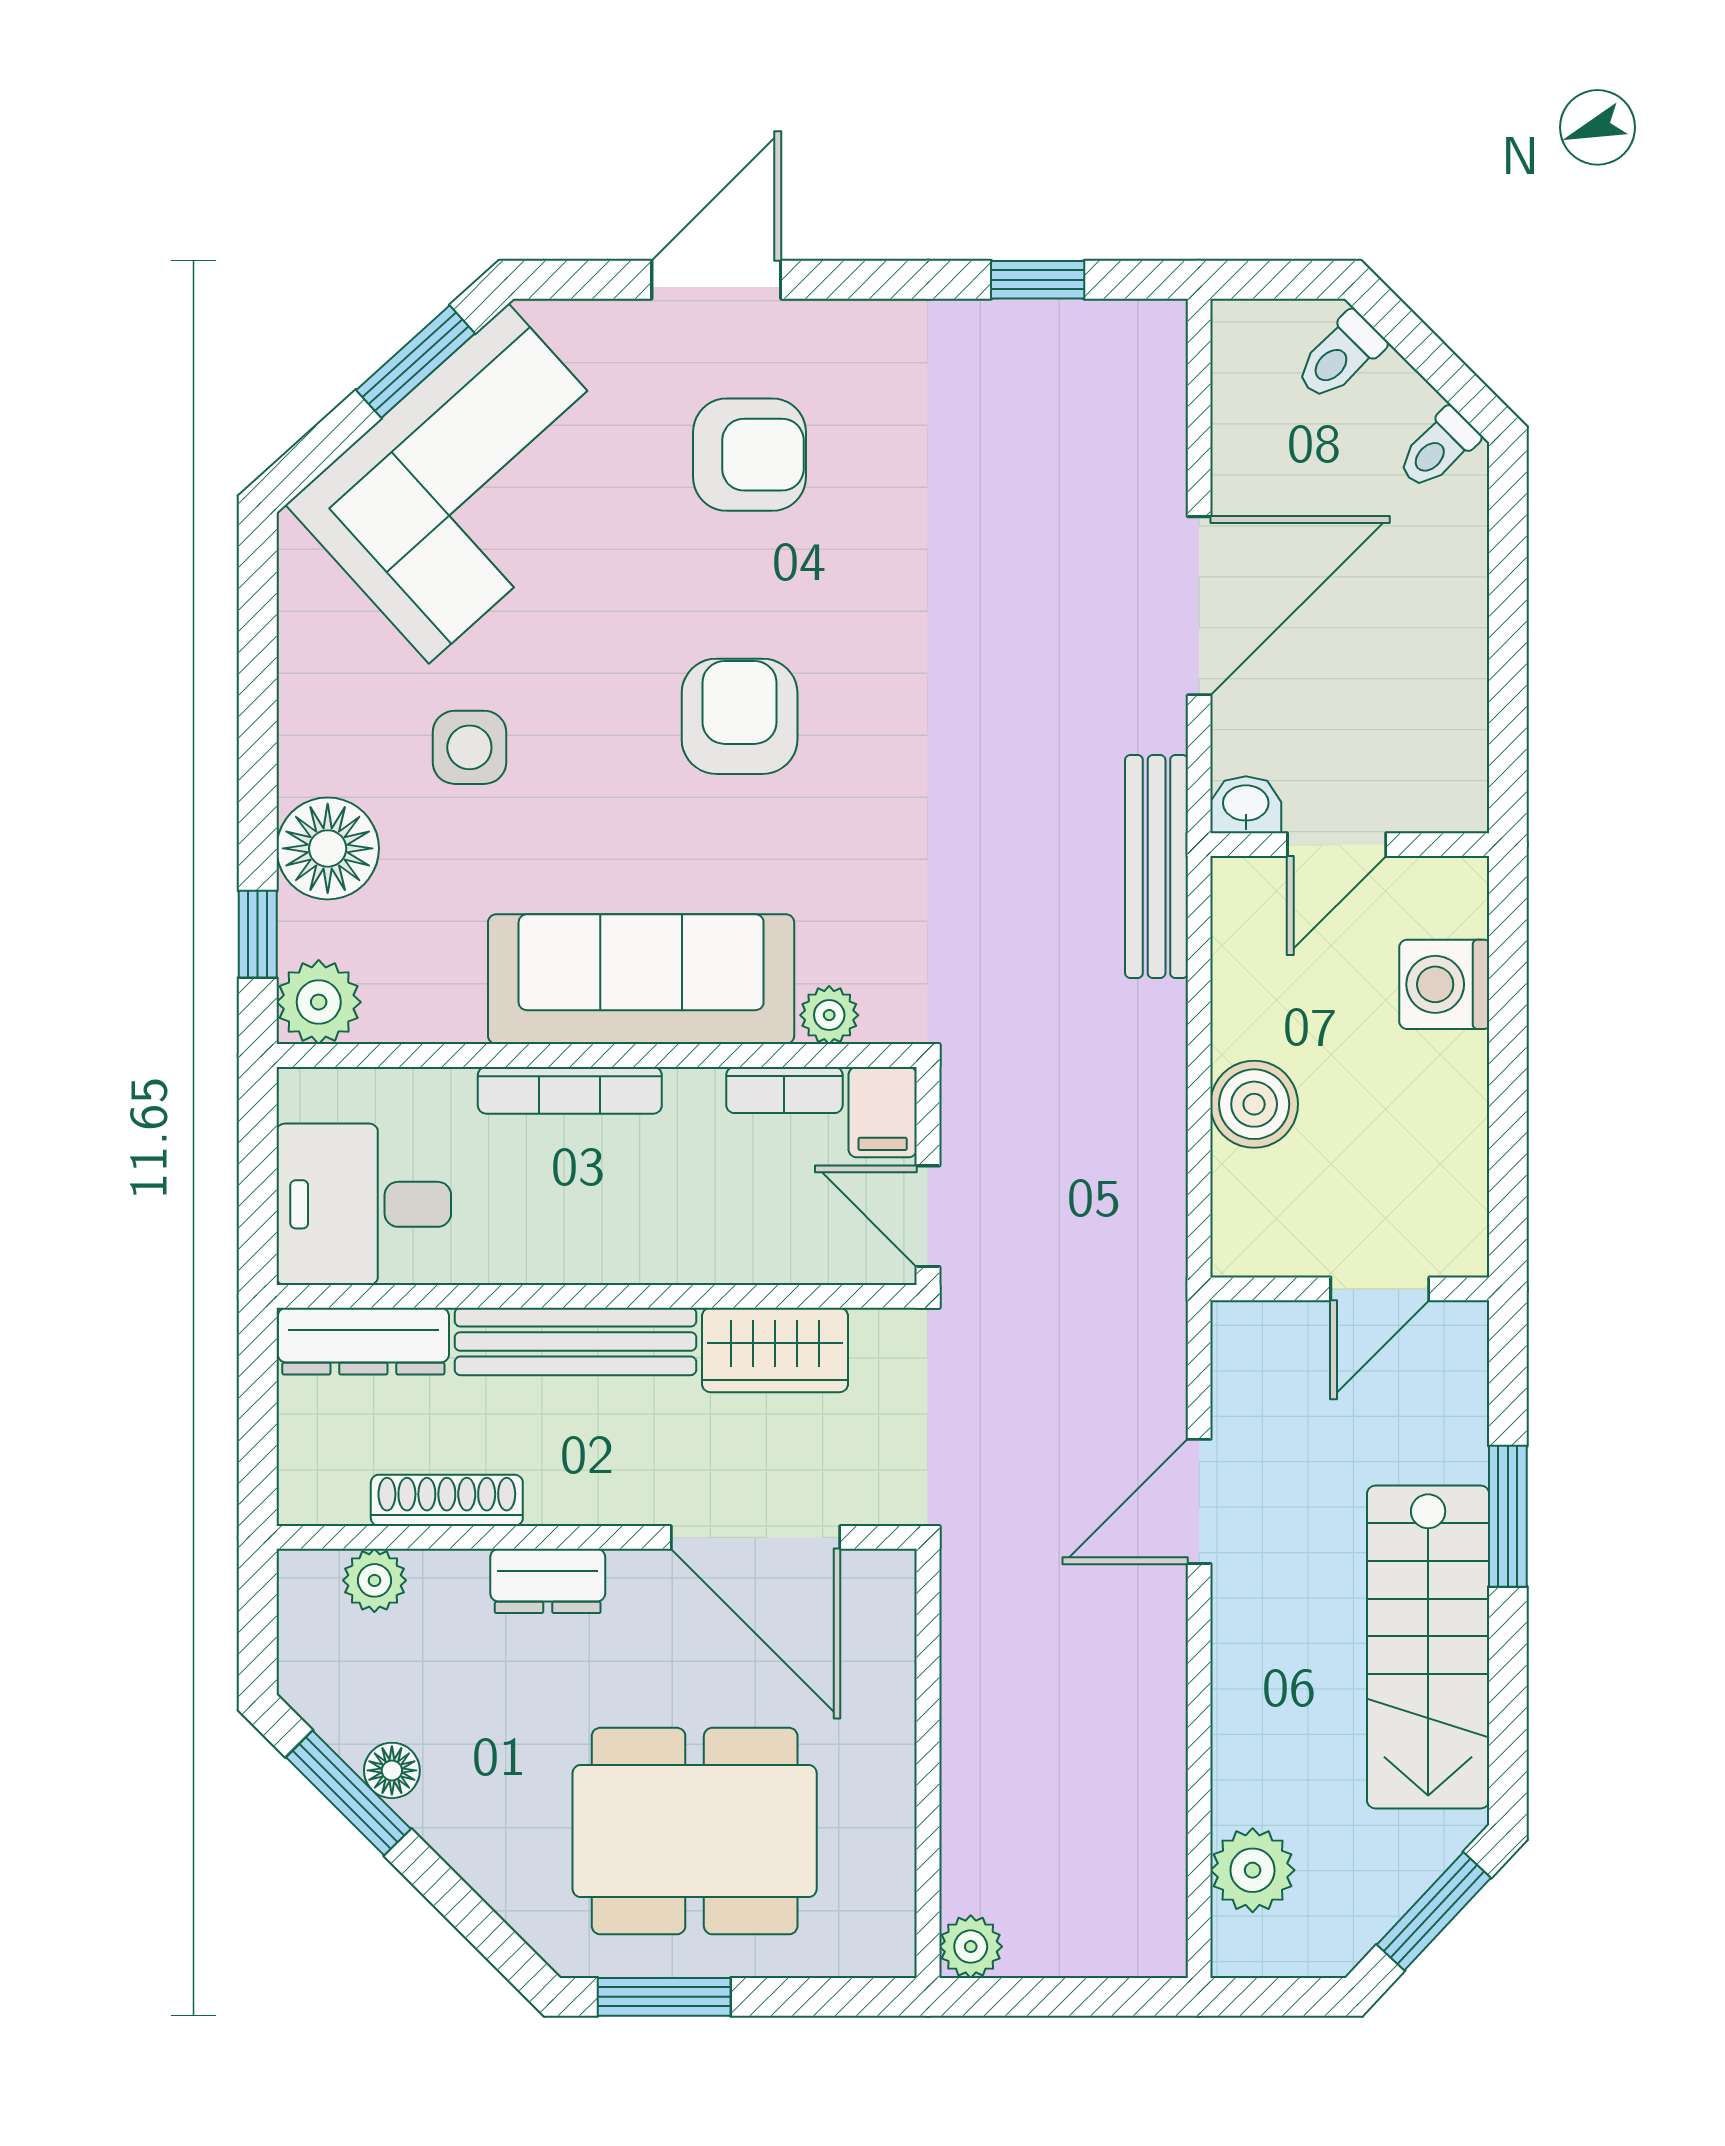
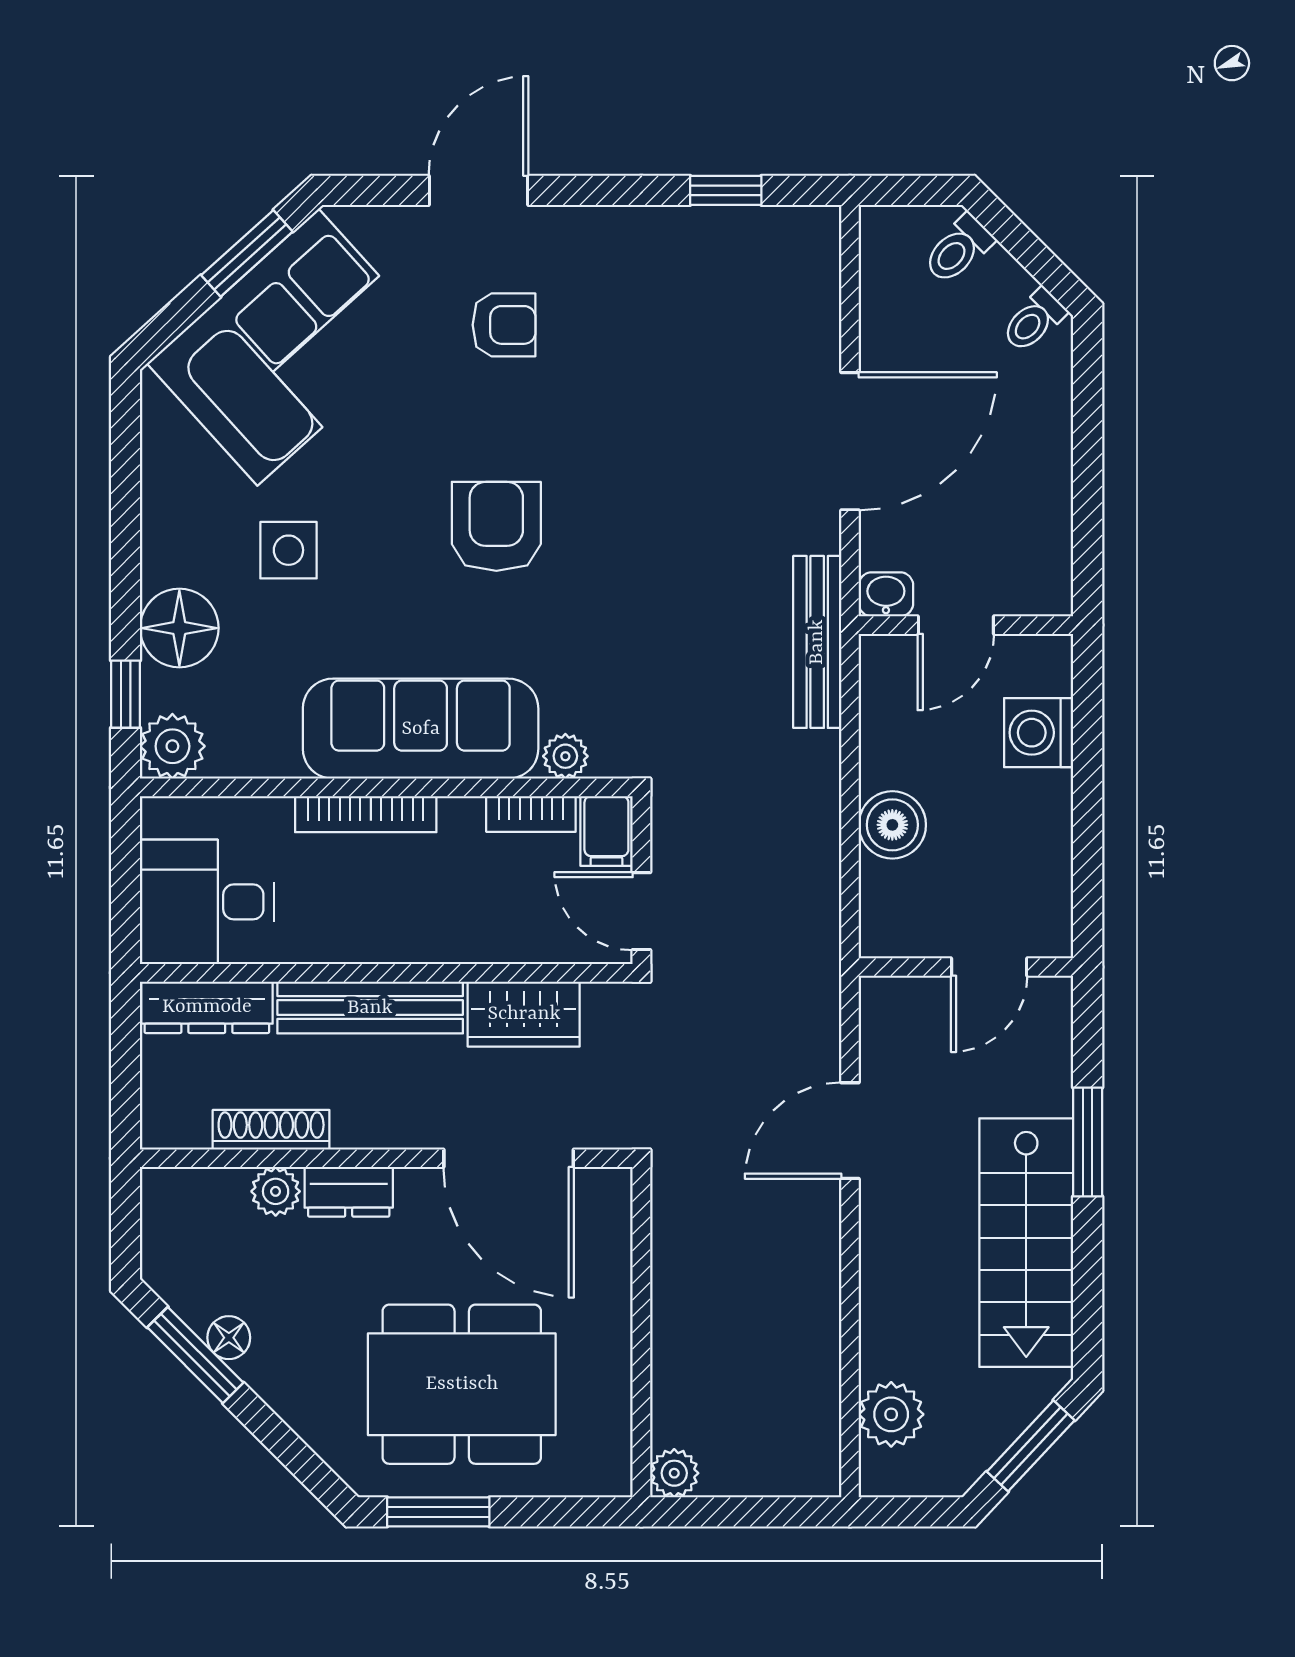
armchair: (749, 455) -> (504, 325), width x0.72, depth x0.72
plant: (374, 1580) -> (276, 1191), moved

